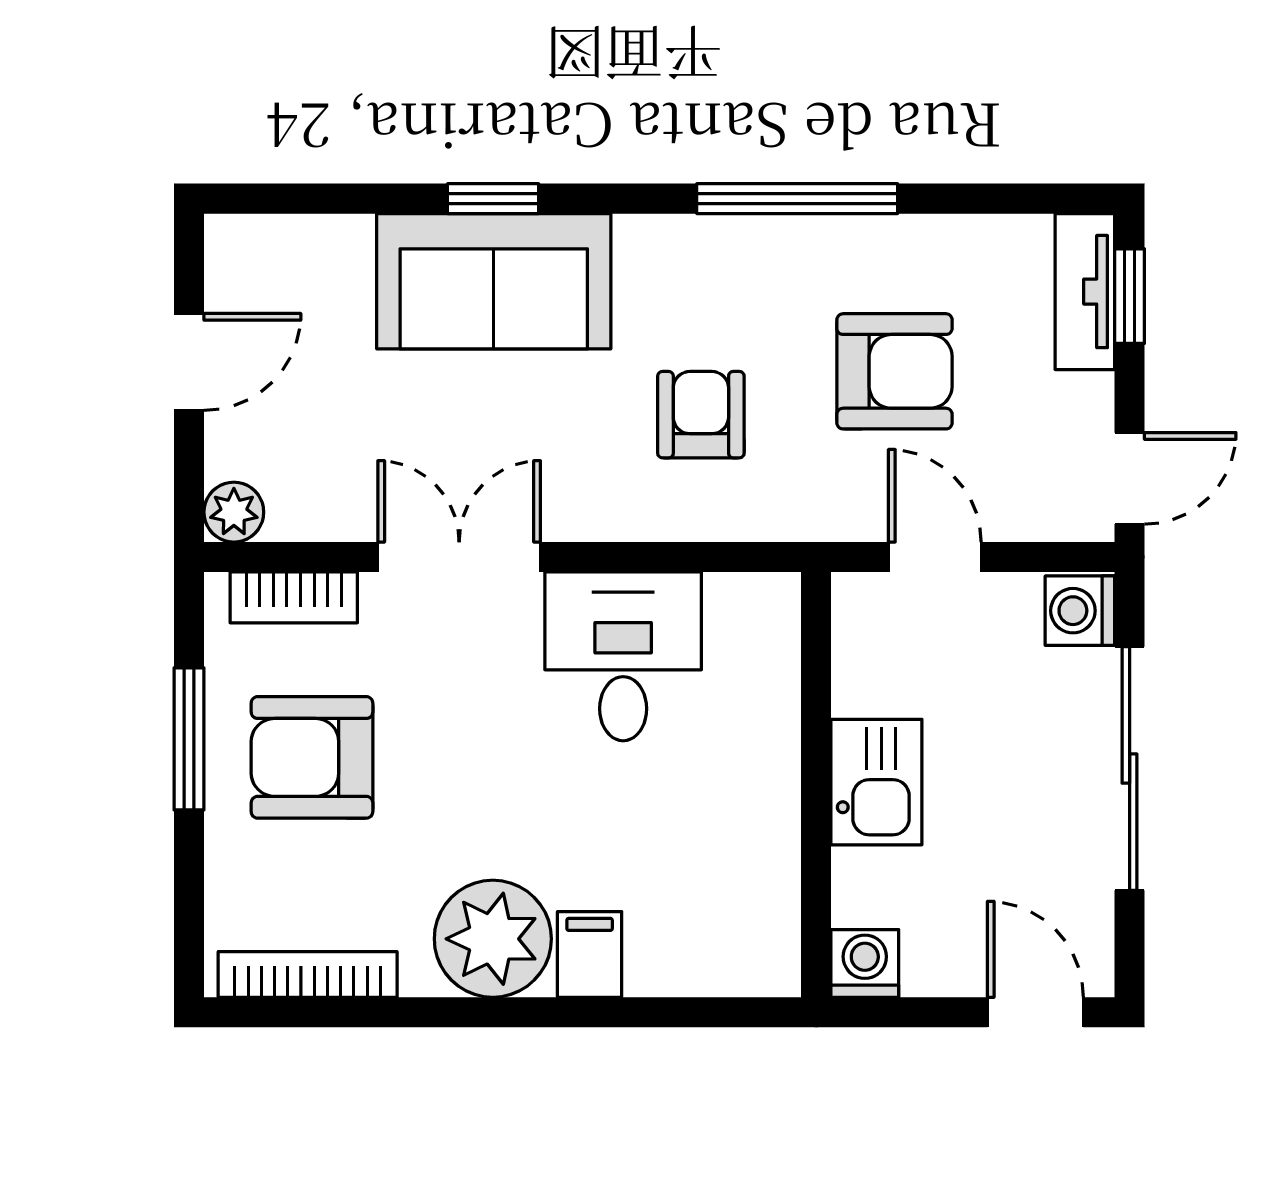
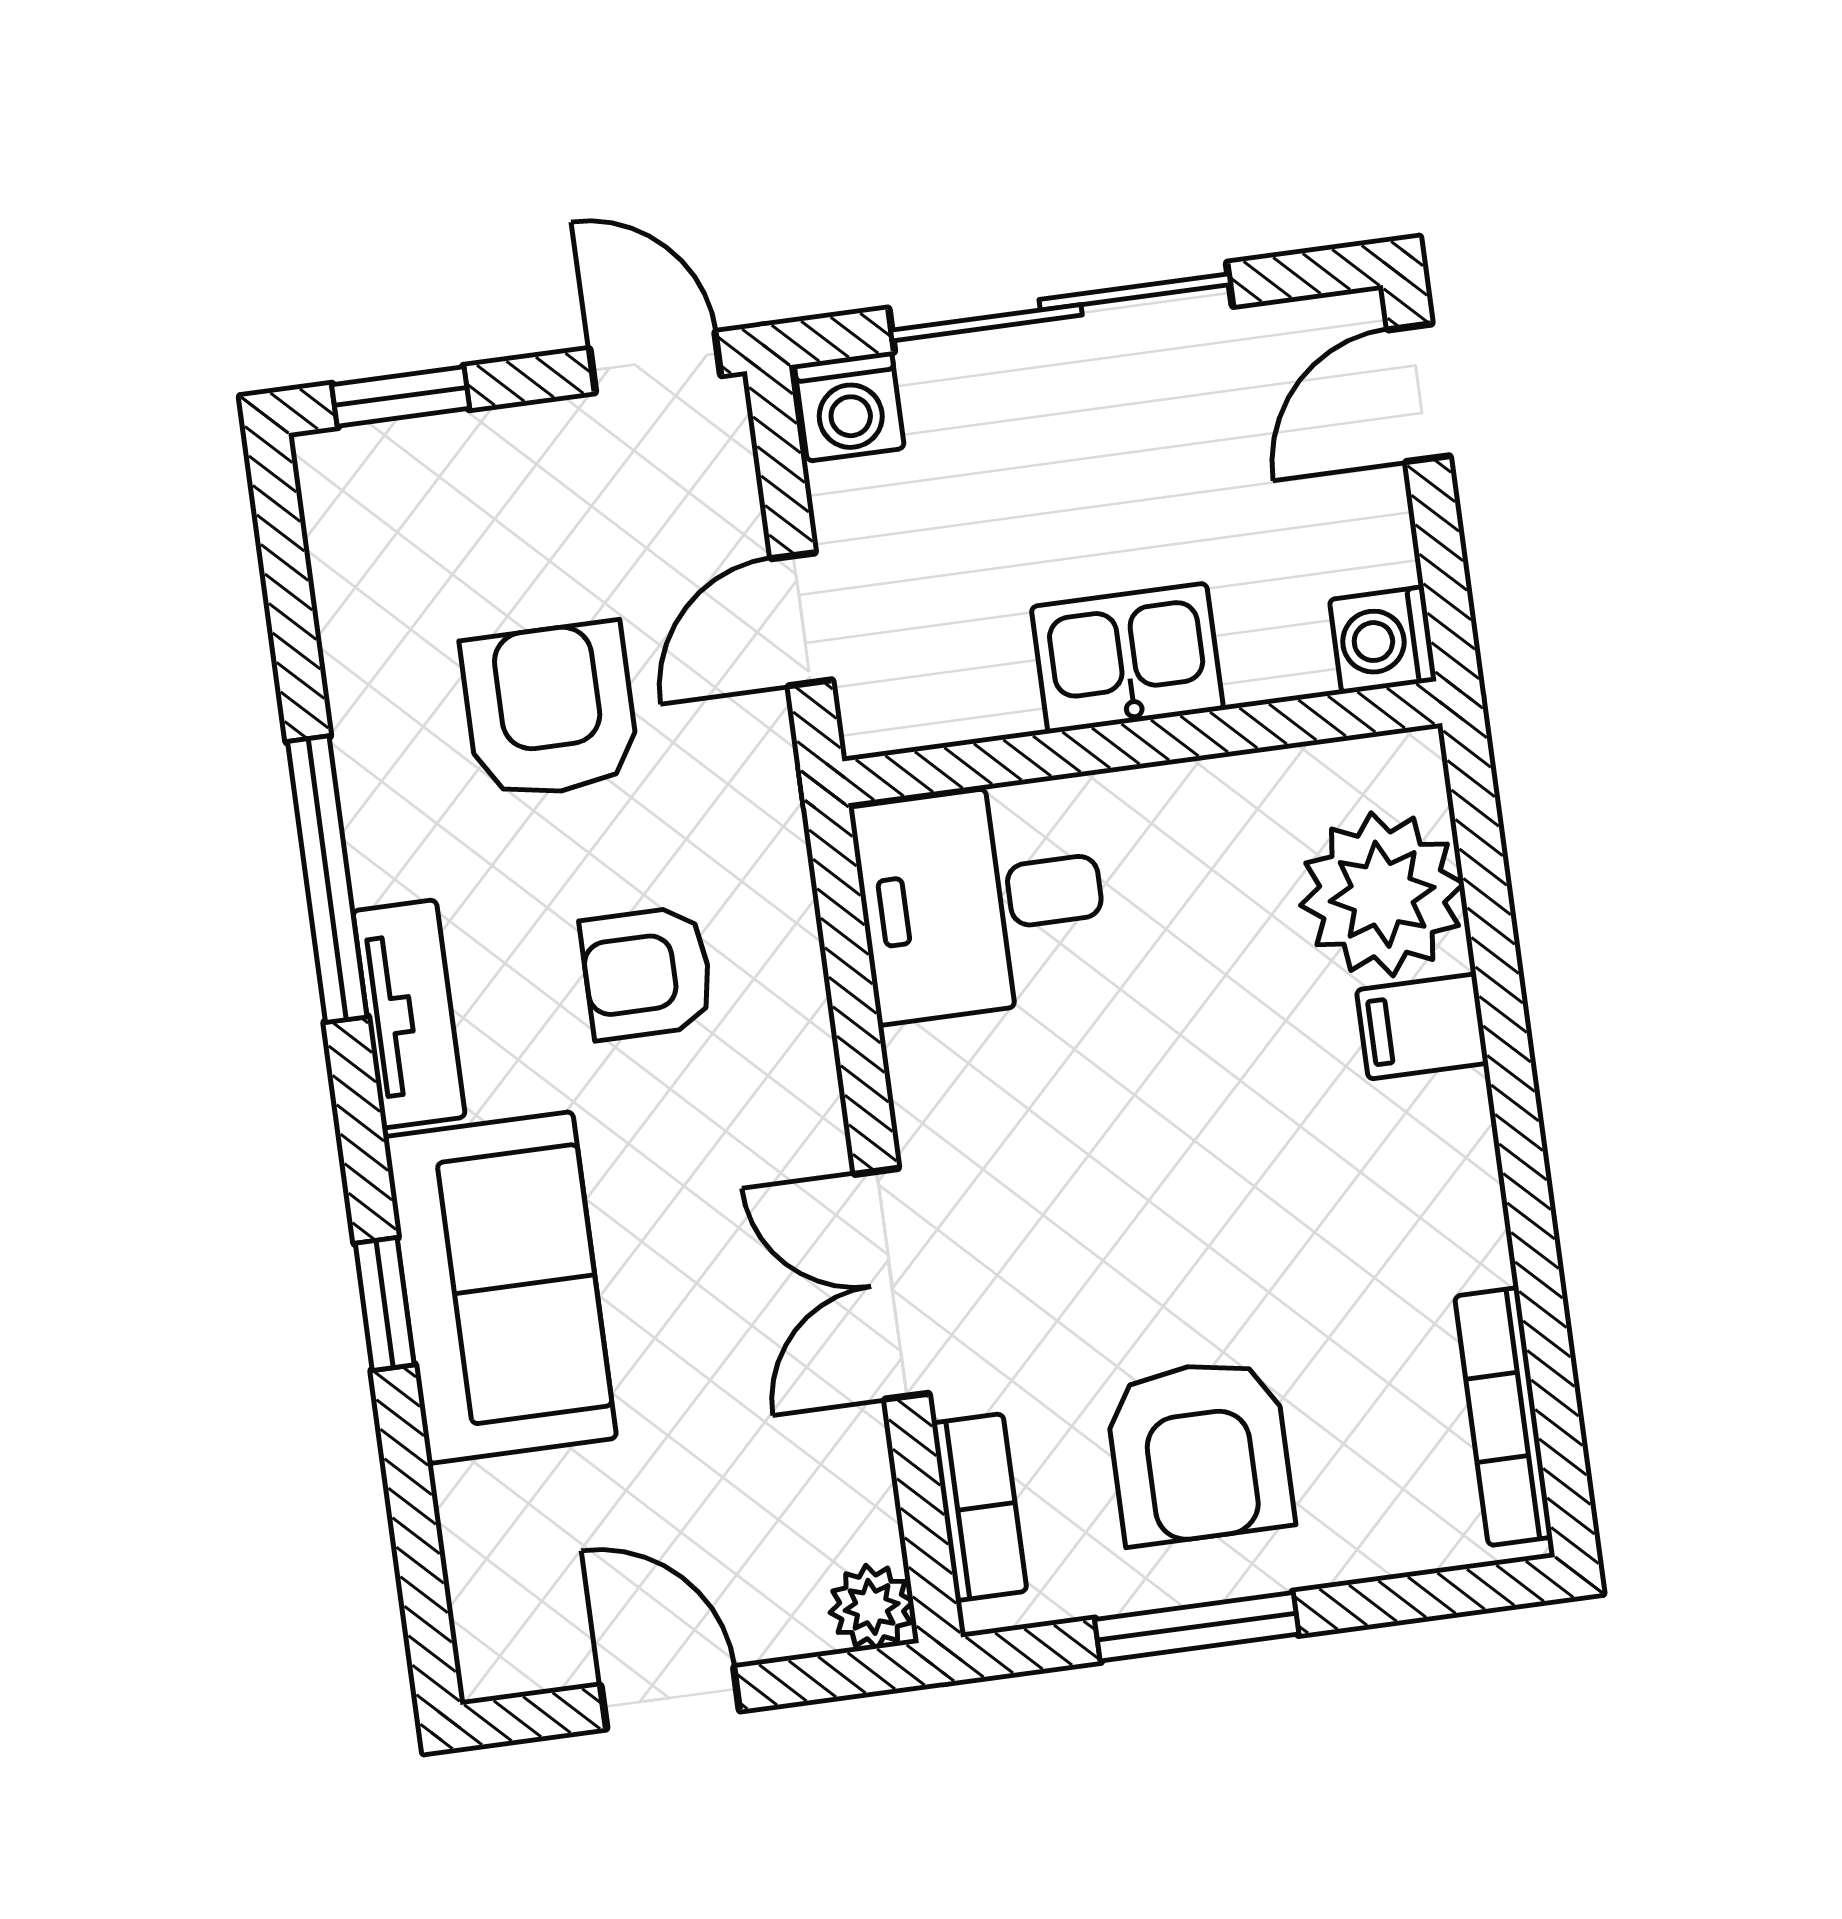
tv unit: (1085, 292) -> (409, 1014), moved, turned -90
desk: (623, 656) -> (981, 901), moved
plant: (493, 939) -> (1382, 894), moved

